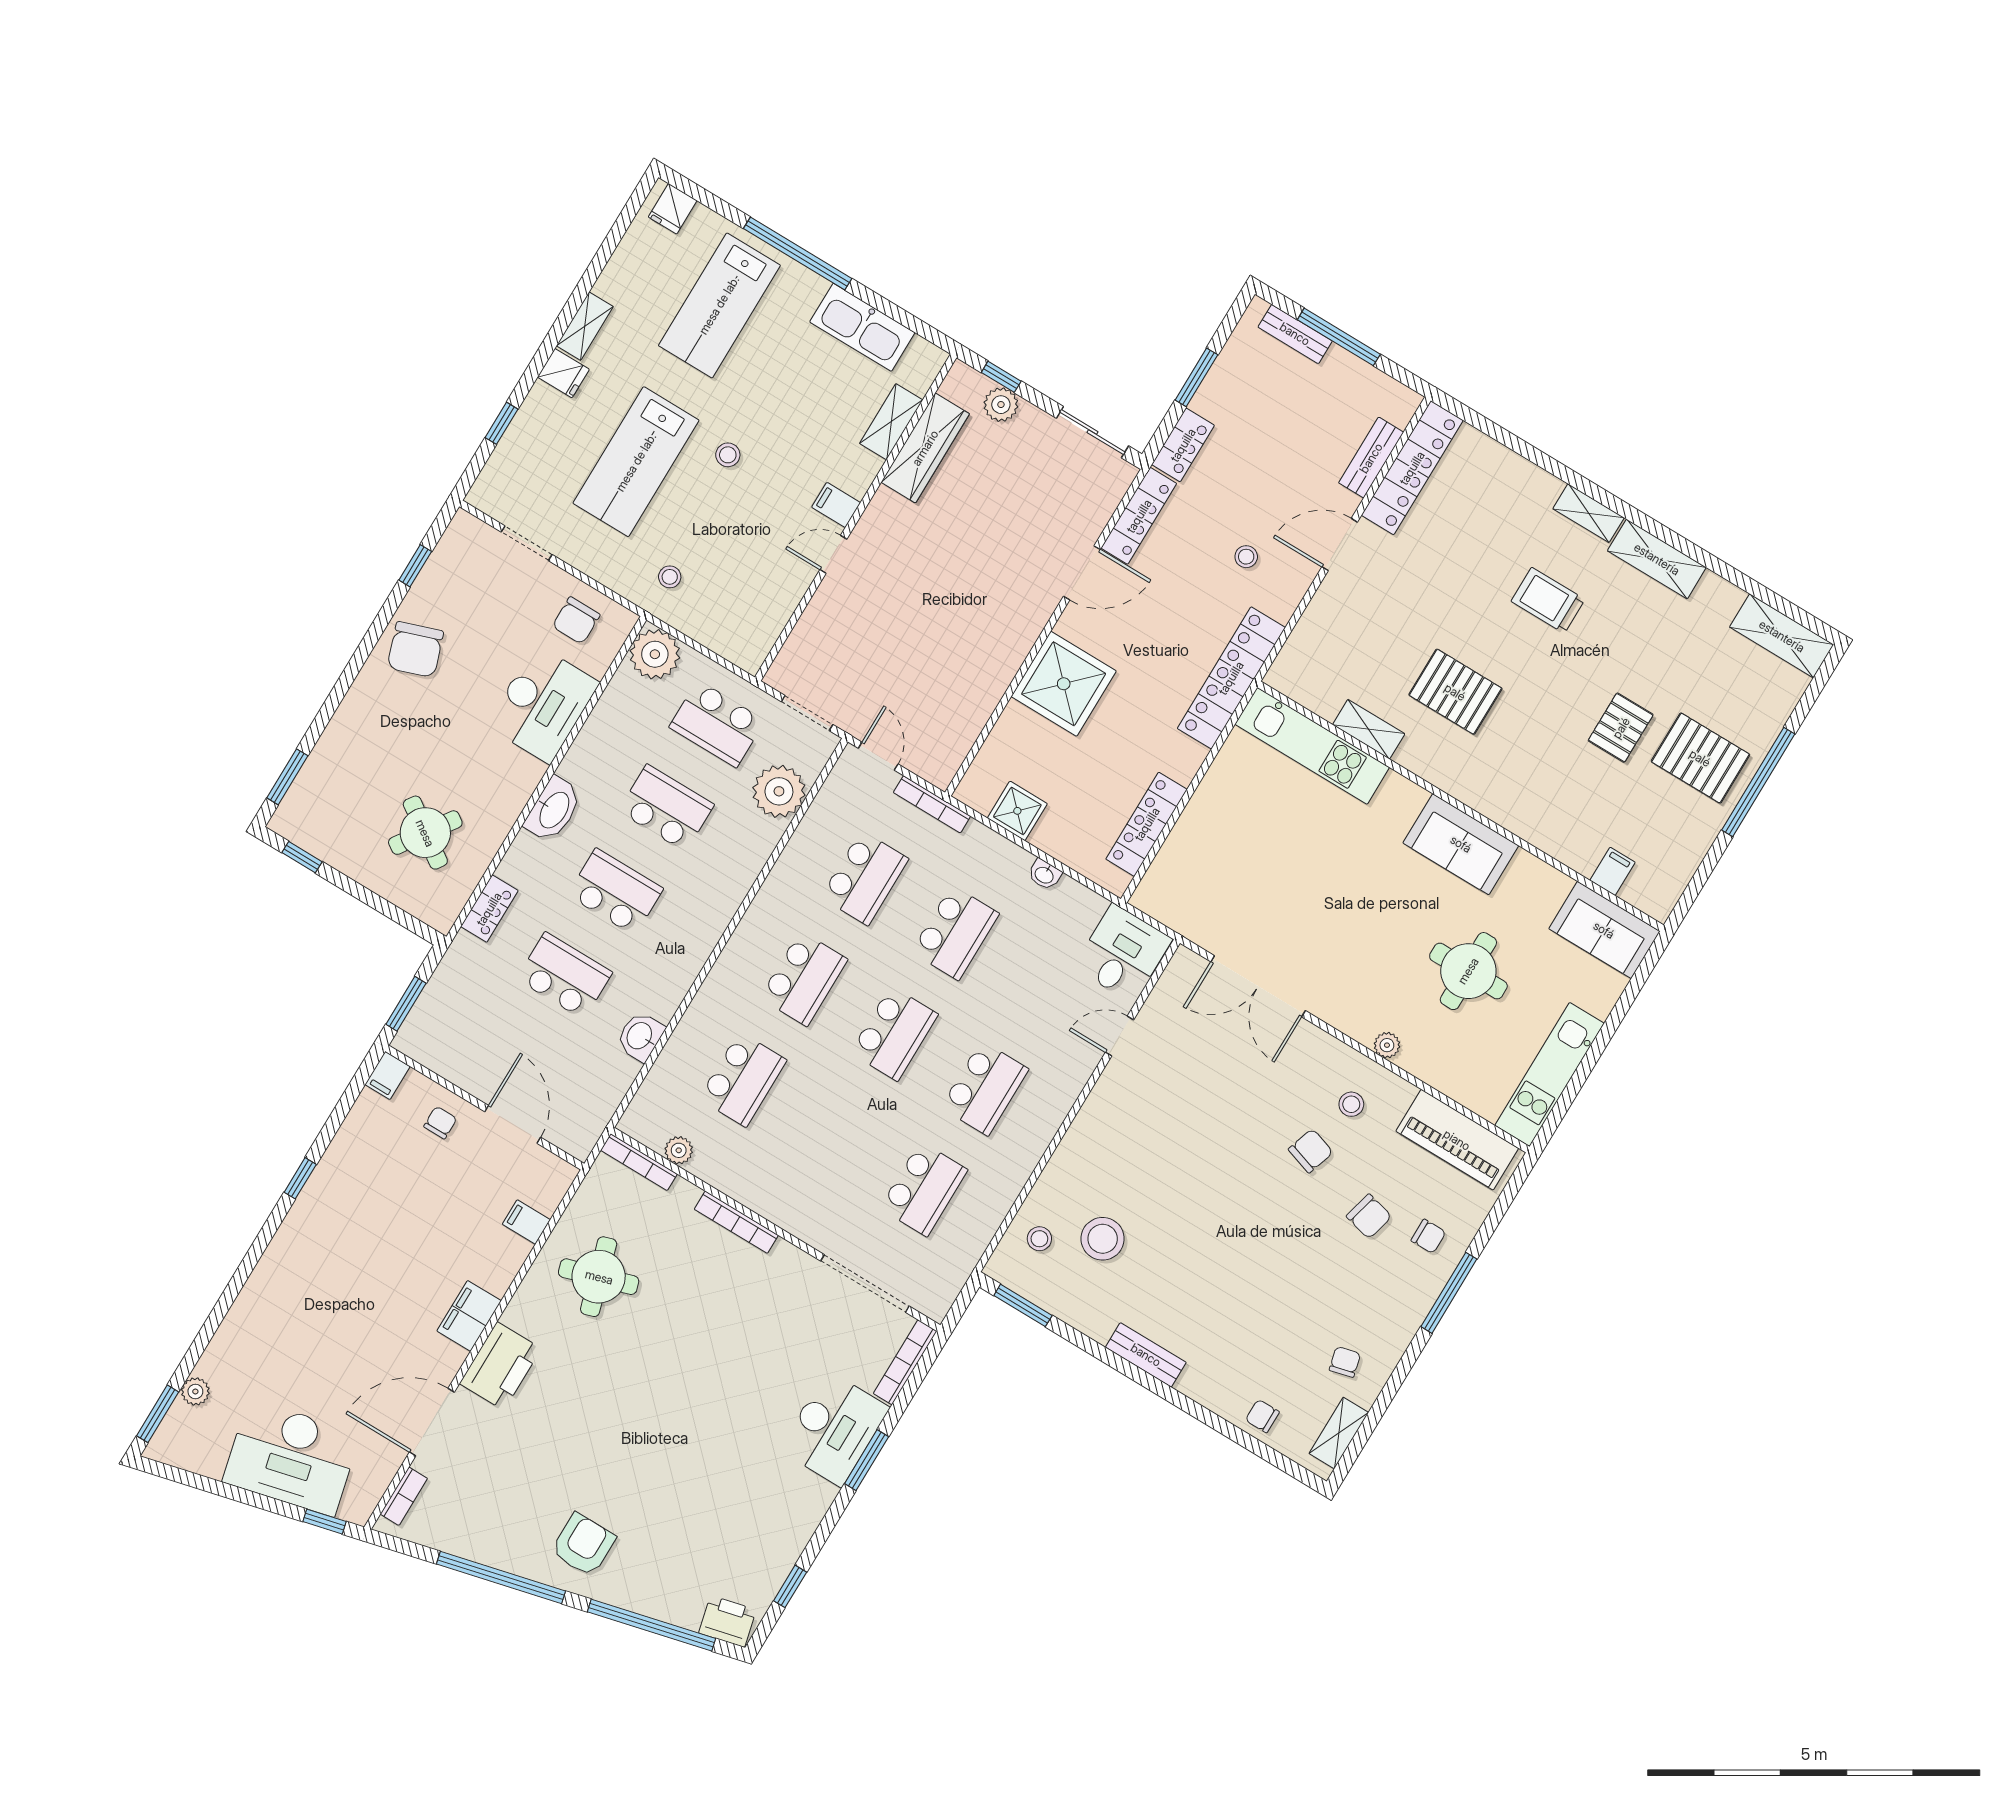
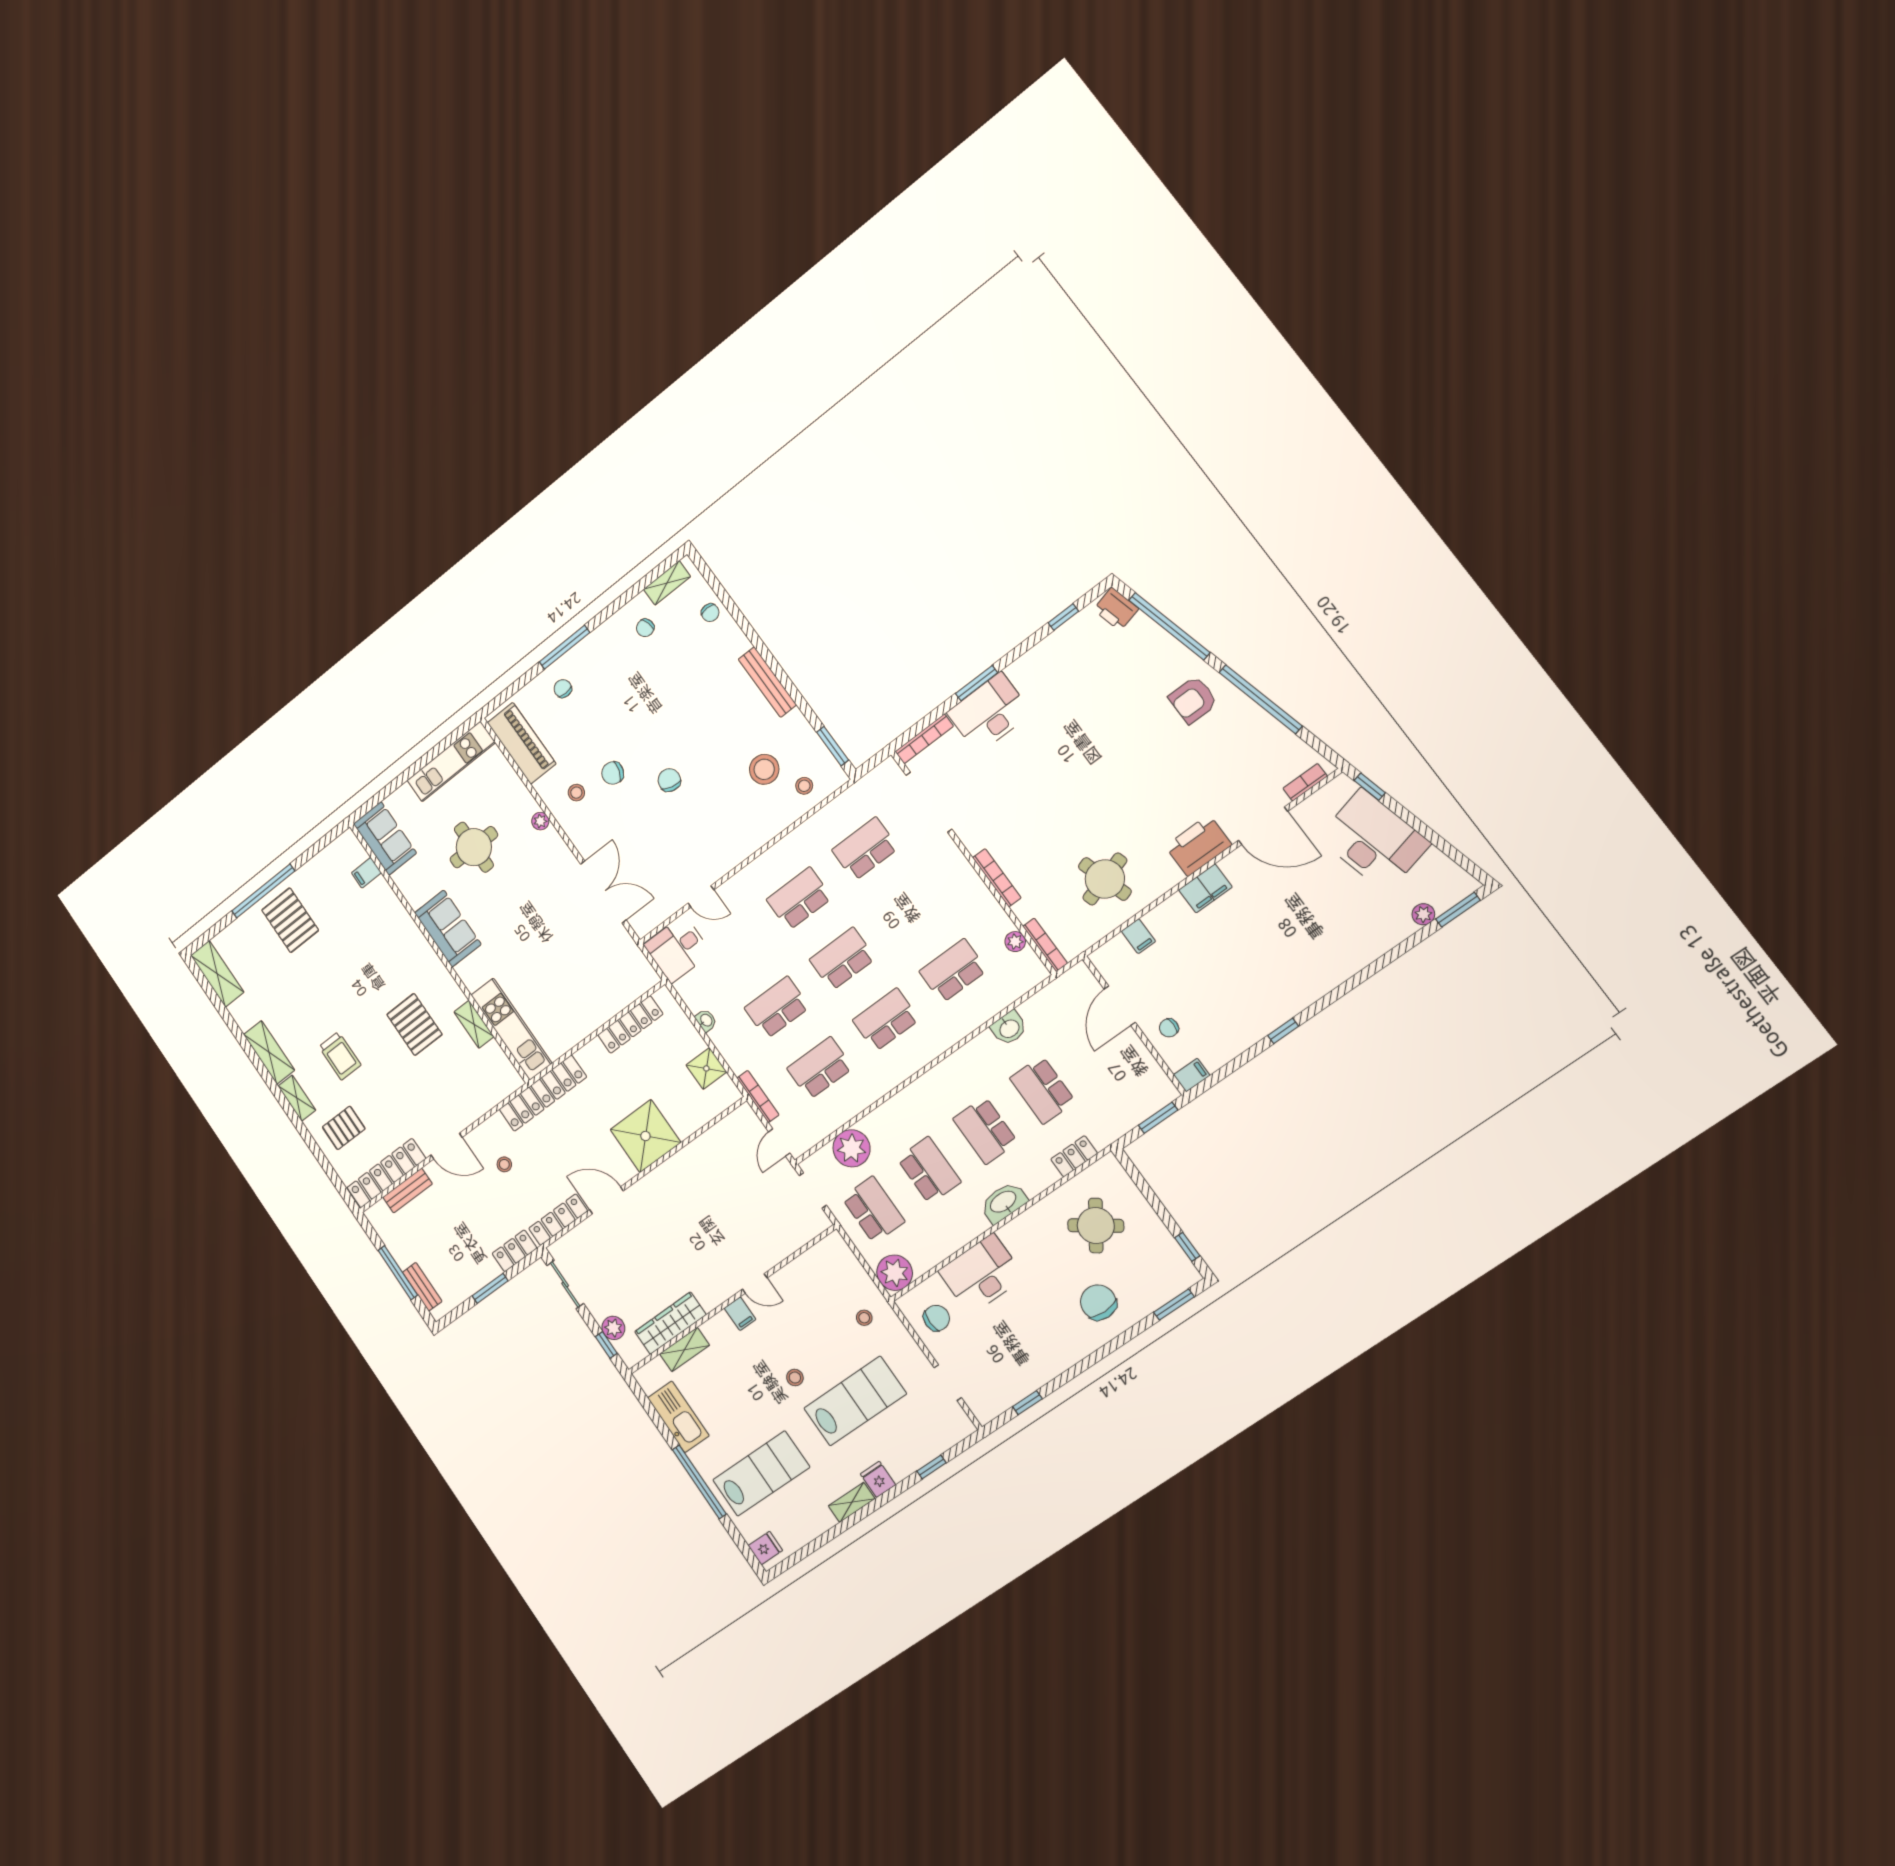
chair: (415, 650) -> (1098, 1302), moved, turned -71
pallet: (1621, 728) -> (344, 1128), moved
school desk: (666, 808) -> (929, 1170), turned 180
chair: (1369, 1216) -> (669, 780), moved
bench: (1146, 1355) -> (767, 682), width x1.36

